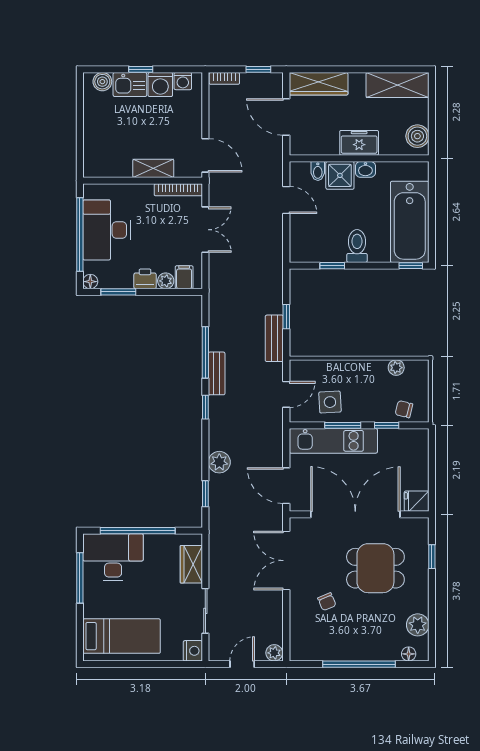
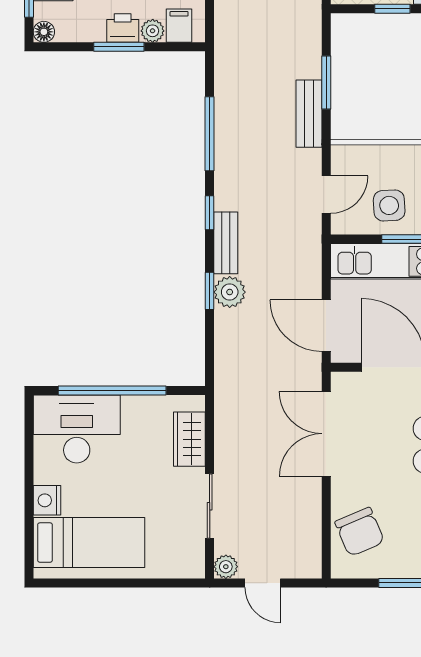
window: (118, 292) -> (119, 47), moved
window: (286, 317) -> (326, 82), width x1.50
bench: (217, 373) -> (226, 243), moved
window: (205, 494) -> (210, 291), moved
window: (80, 578) -> (29, 459), removed
chair: (327, 602) -> (360, 532), moved, width x1.87, depth x1.87
nightstand: (193, 651) -> (47, 500), moved, turned 180
plant: (274, 653) -> (226, 567), moved
door: (242, 664) -> (263, 583), swing flipped

